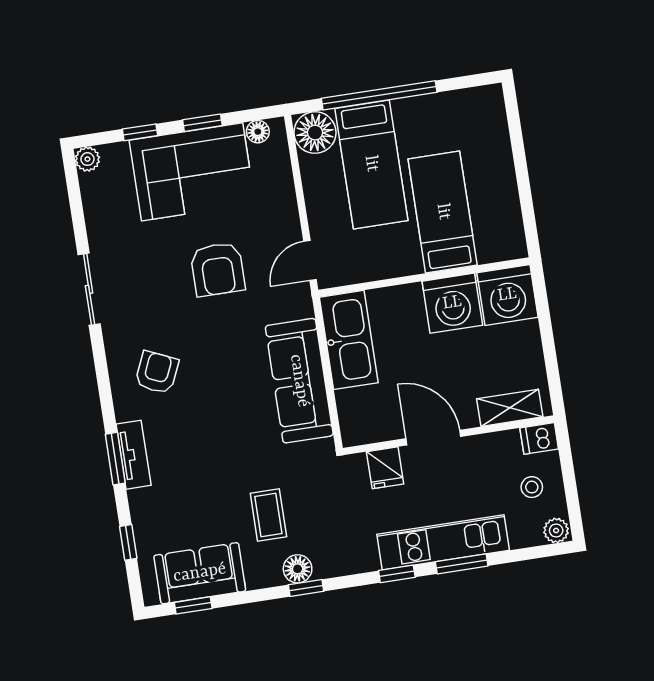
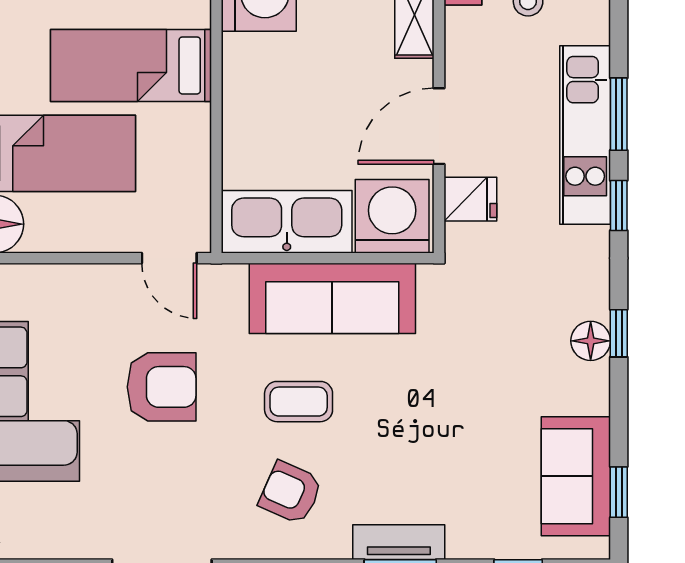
washing machine: (452, 303) -> (392, 216), moved, turned -90
coffee table: (268, 515) -> (299, 402), moved

